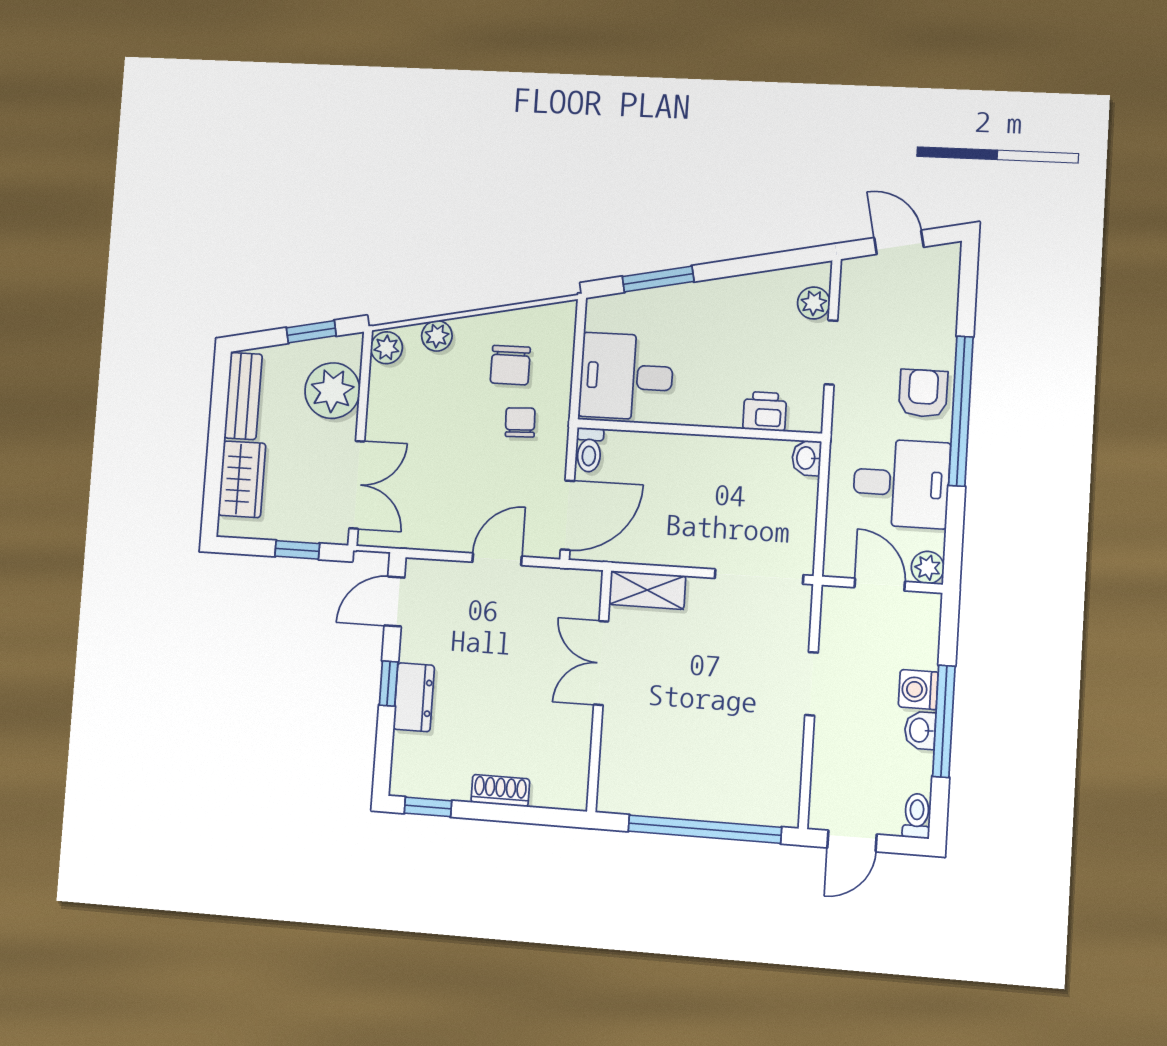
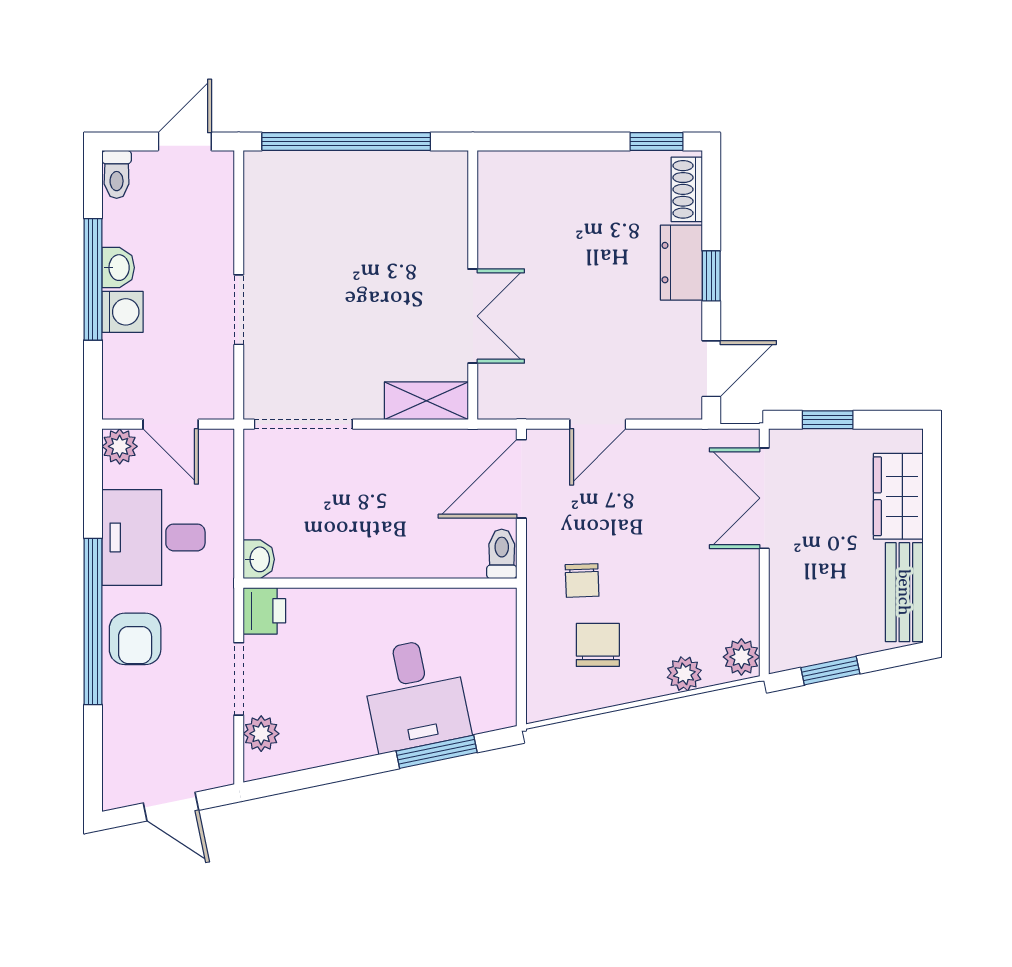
desk: (626, 377) -> (415, 694), moved, turned 78
plant: (332, 391) -> (801, 604), removed
printer: (765, 411) -> (264, 611), moved, turned -90
shoe rack: (500, 791) -> (687, 189), moved, turned 90

